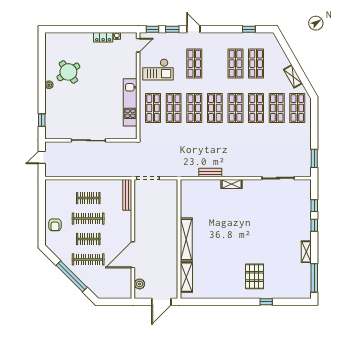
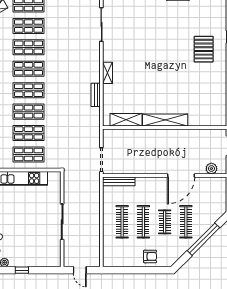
window: (42, 120) -> (22, 270), moved
clothes rail: (88, 198) -> (122, 222), width x1.36
door: (133, 255) -> (181, 175), hinge flipped
pallet: (254, 276) -> (204, 49), turned 90
shelving: (186, 277) -> (126, 120), moved

